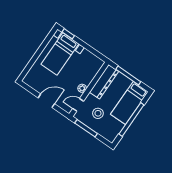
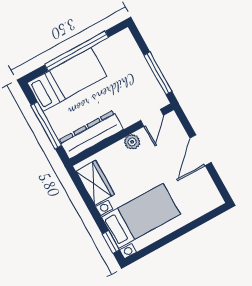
wardrobe: (90, 59) -> (95, 183), added
door: (46, 101) -> (200, 150), hinge flipped
door: (78, 105) -> (152, 118), hinge flipped
stool: (98, 113) -> (126, 88), removed

